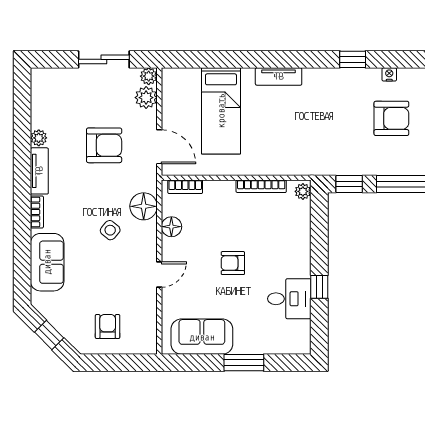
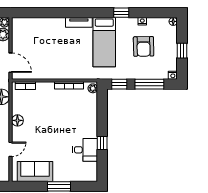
bed: (221, 111) -> (104, 42), moved
armchair: (391, 118) -> (144, 46), turned 89
floor lamp: (171, 227) -> (17, 120), moved
armchair: (233, 263) -> (53, 129), removed
door: (159, 275) -> (11, 149), moved

